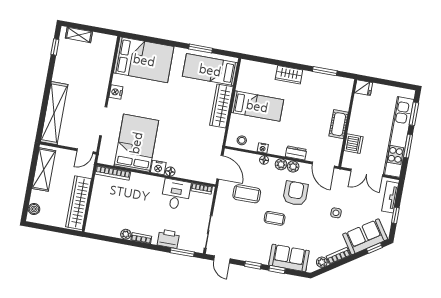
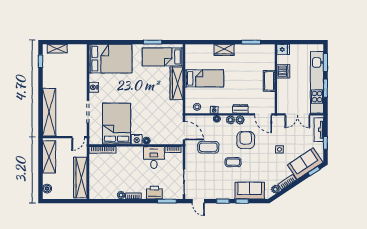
dishwasher: (354, 144) -> (283, 71), moved

